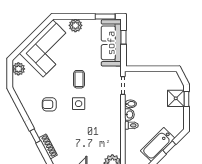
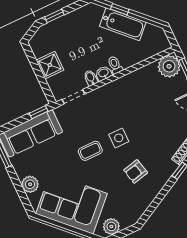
window: (124, 37) -> (39, 112), moved
shower: (176, 98) -> (50, 65), moved
armchair: (49, 104) -> (136, 171), turned 77

